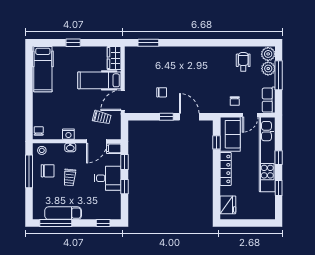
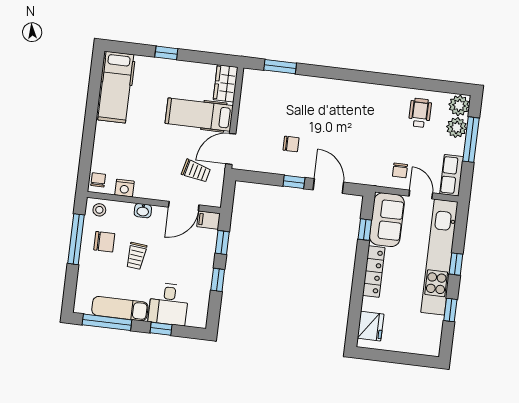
door: (250, 115) -> (421, 194), swing flipped
nightstand: (68, 134) -> (124, 188), moved
desk: (108, 178) -> (169, 304), moved, turned 90
window: (103, 223) -> (161, 329), moved

